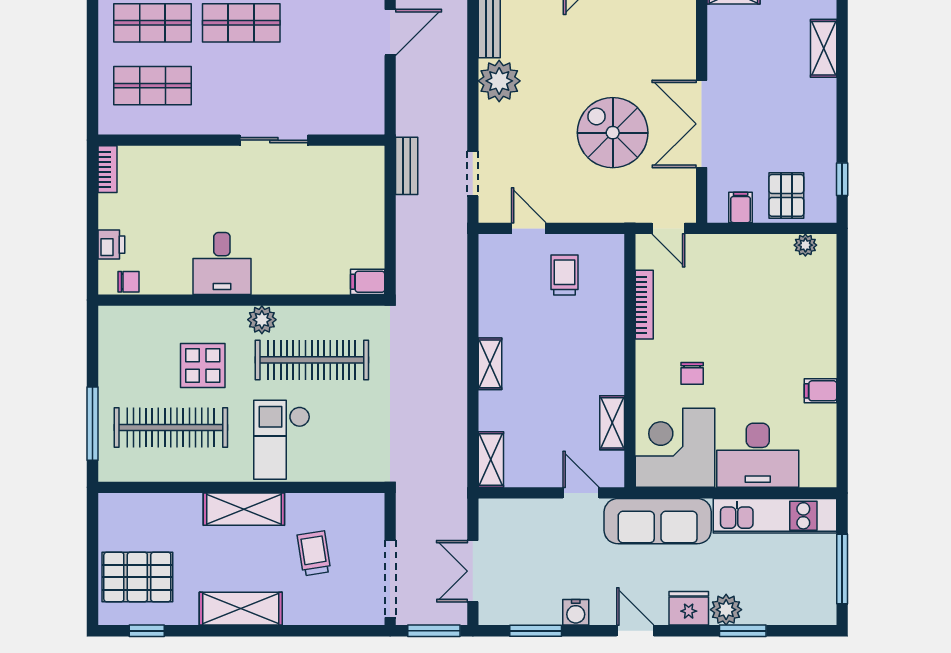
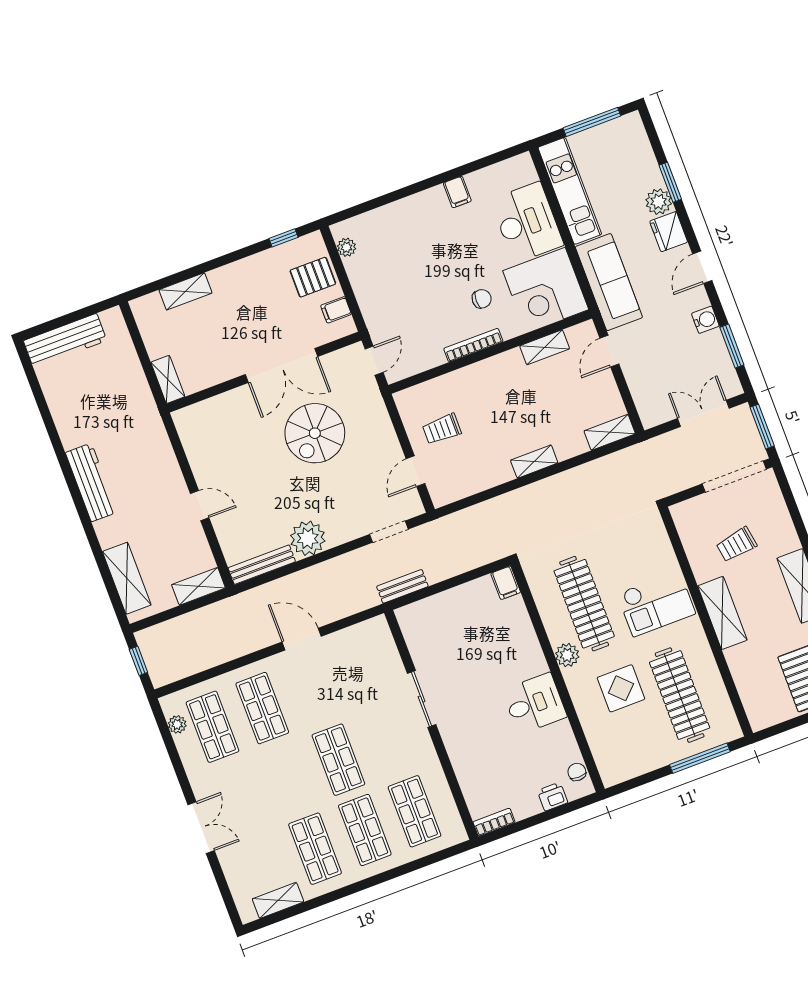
bookcase: (644, 305) -> (473, 345), moved
double door: (473, 571) -> (703, 413), swing flipped

